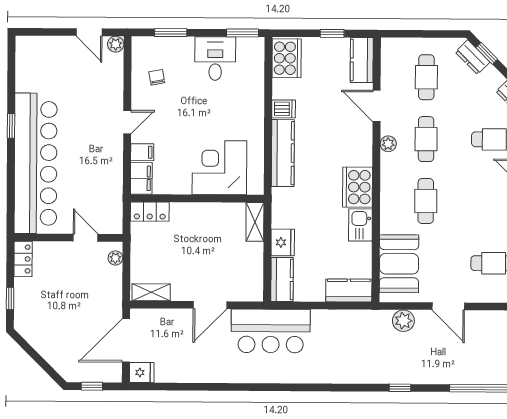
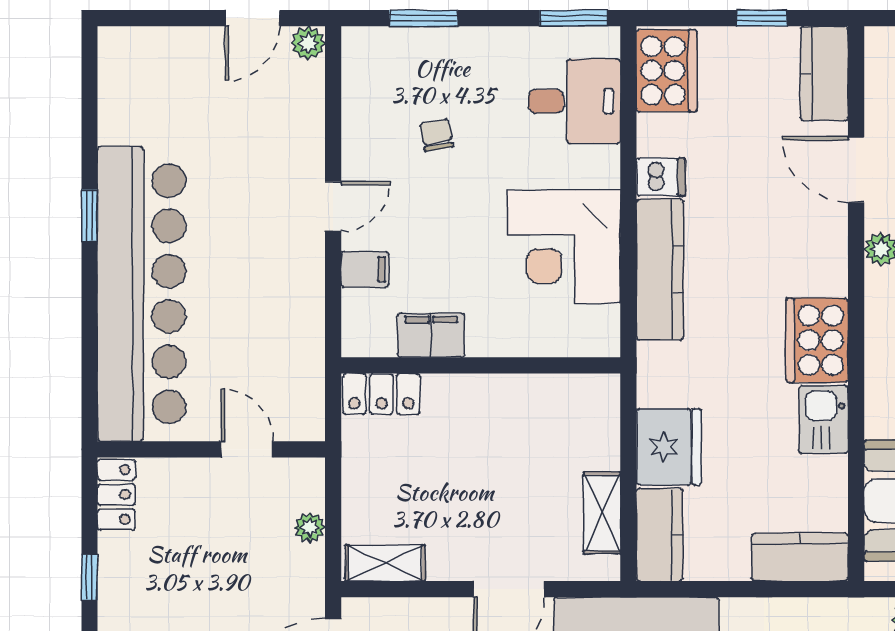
door: (89, 32) -> (252, 18), hinge flipped
desk: (215, 59) -> (575, 101), moved, turned 90
chair: (157, 77) -> (436, 135), moved
corner desk: (219, 168) -> (564, 247), moved, turned -90
filing cabinet: (141, 178) -> (431, 335), moved, turned -90
shelving: (255, 222) -> (602, 513), moved
fridge: (283, 242) -> (669, 447), width x1.36, depth x1.34
plant: (115, 258) -> (310, 528), moved

